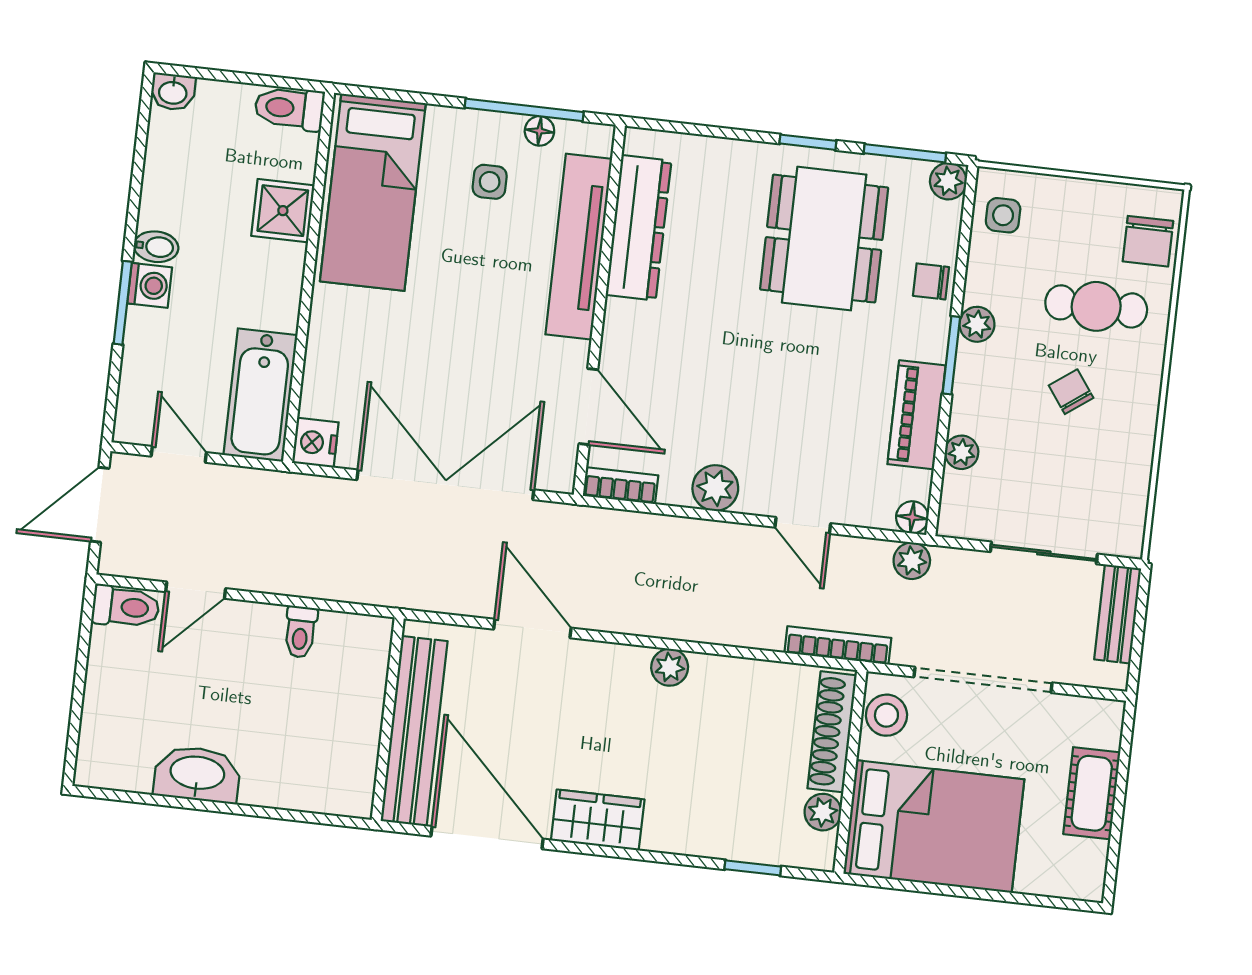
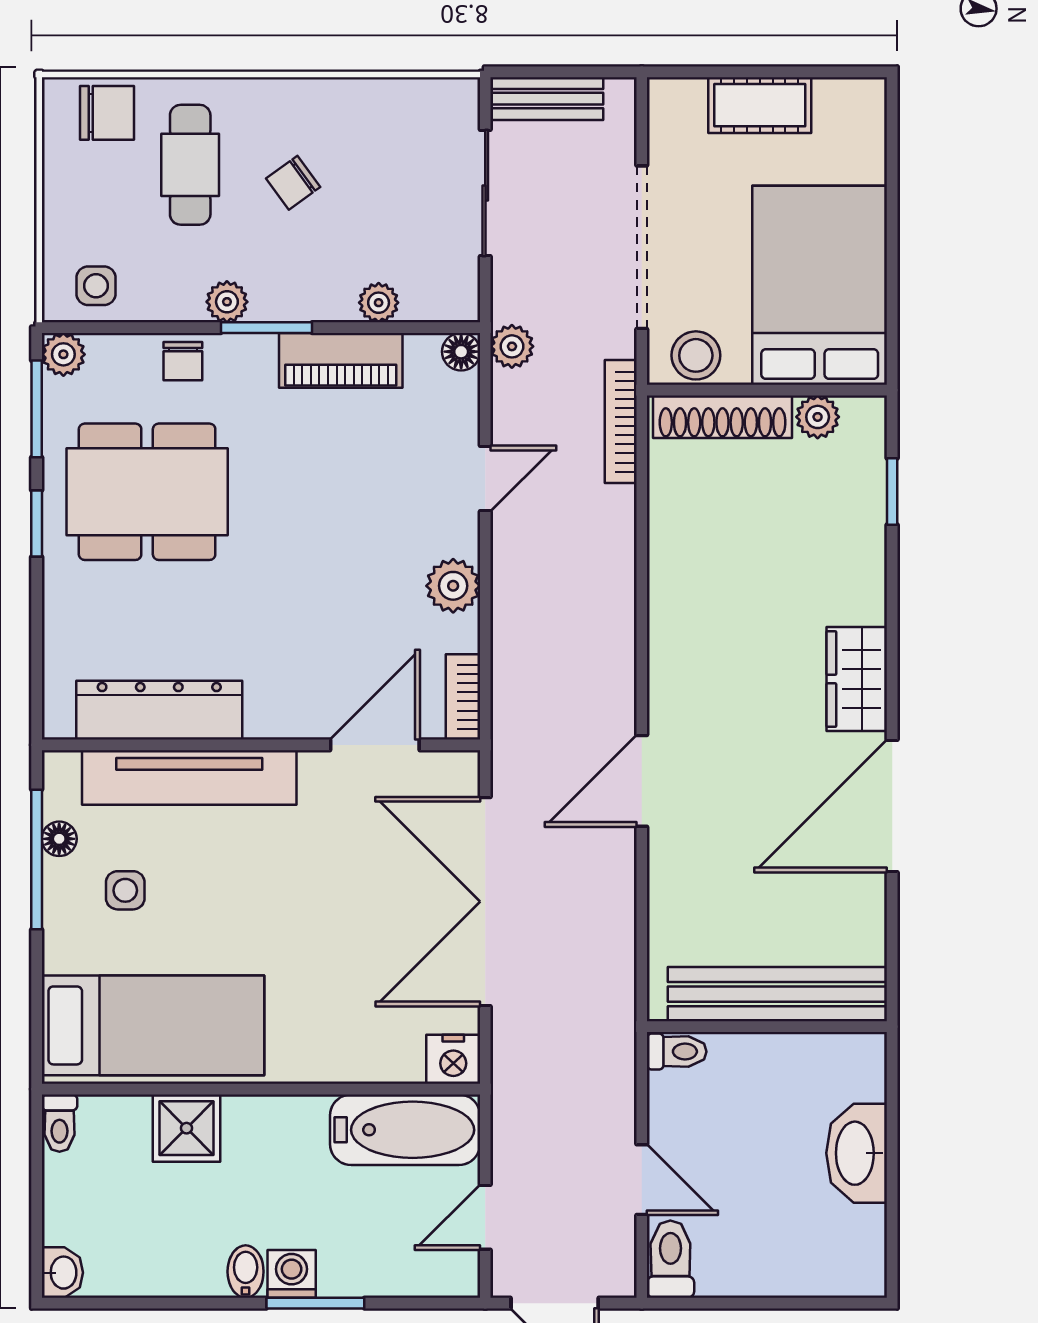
toilet: (289, 108) -> (59, 1123), width x0.73, depth x0.72
plant: (670, 667) -> (669, 615), removed
wall: (388, 719) -> (767, 1027), moved
bench: (414, 731) -> (777, 994), moved

